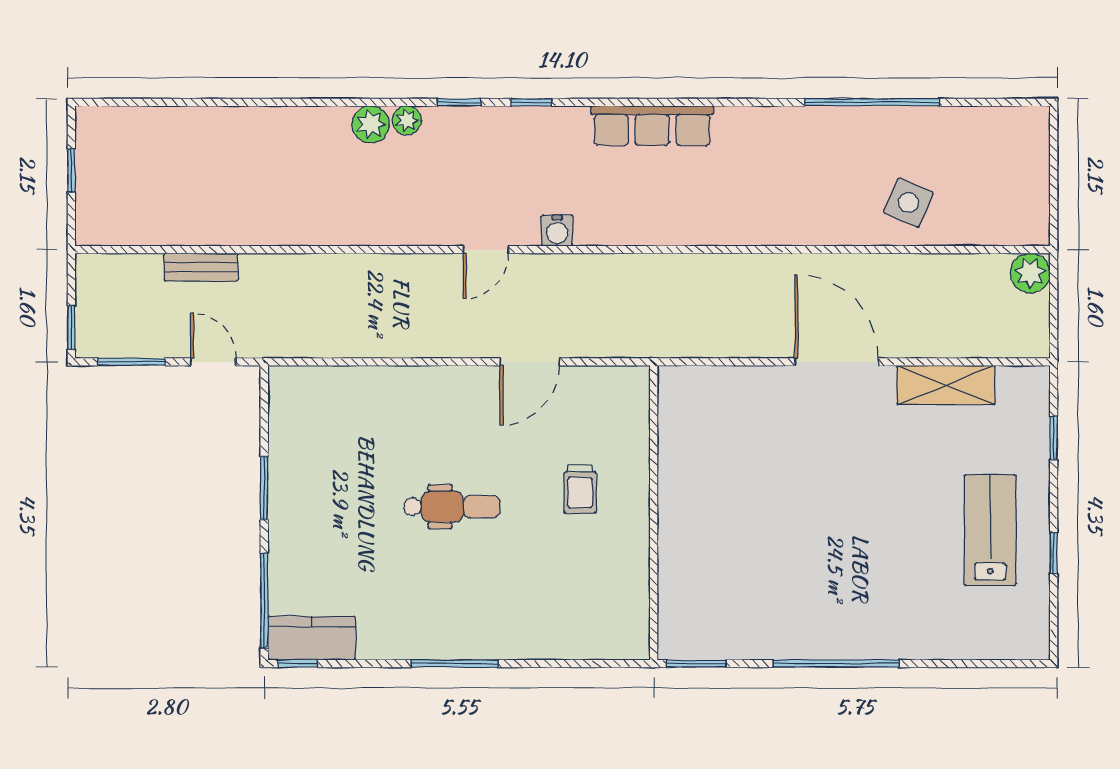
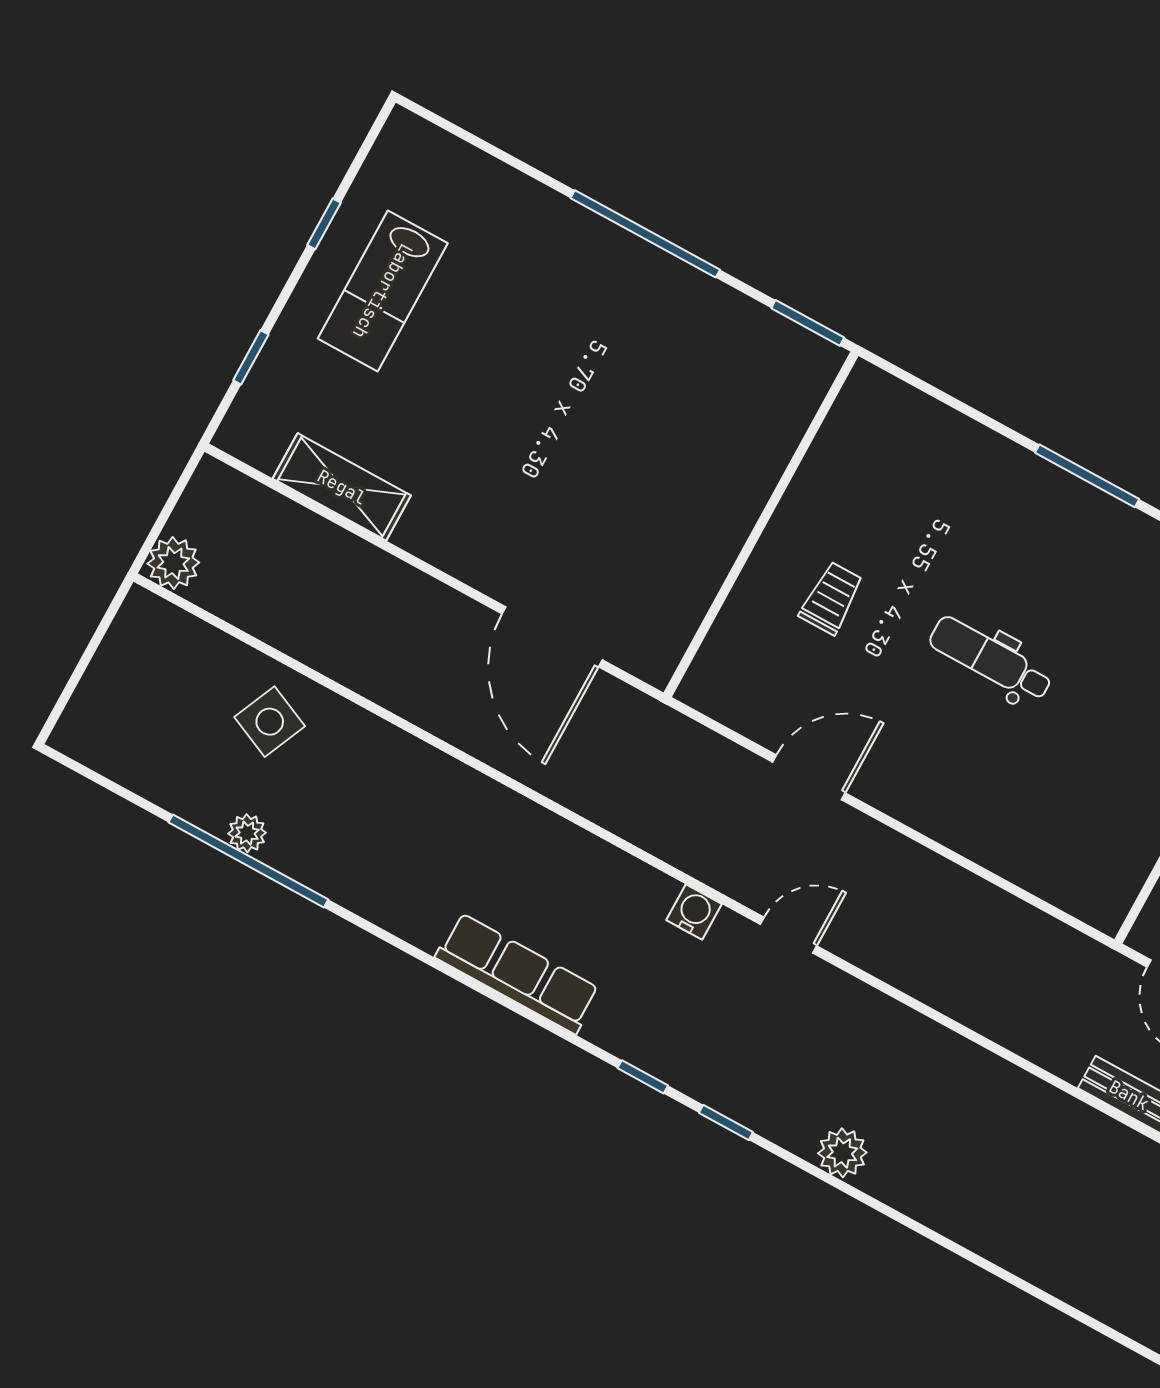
plant: (407, 120) -> (247, 833), moved
door: (837, 362) -> (552, 637), moved

